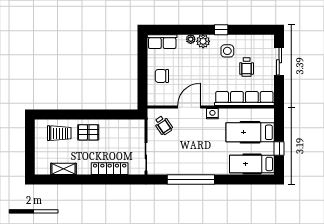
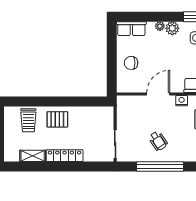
wheelchair: (163, 125) -> (158, 141), moved
trolley: (59, 133) -> (28, 120), turned 90
locker: (110, 169) -> (65, 156), moved

